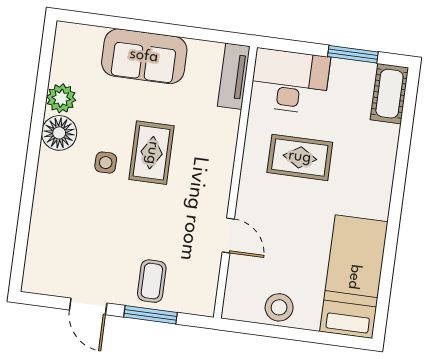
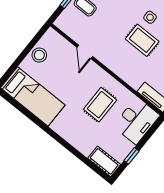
window: (353, 54) -> (131, 156), width x0.67
door: (228, 236) -> (85, 52), hinge flipped

